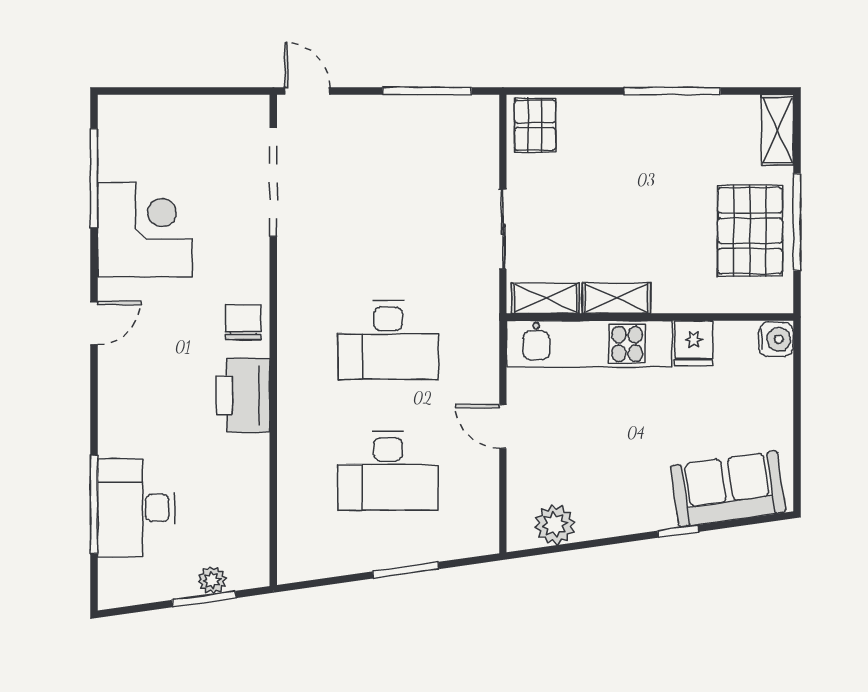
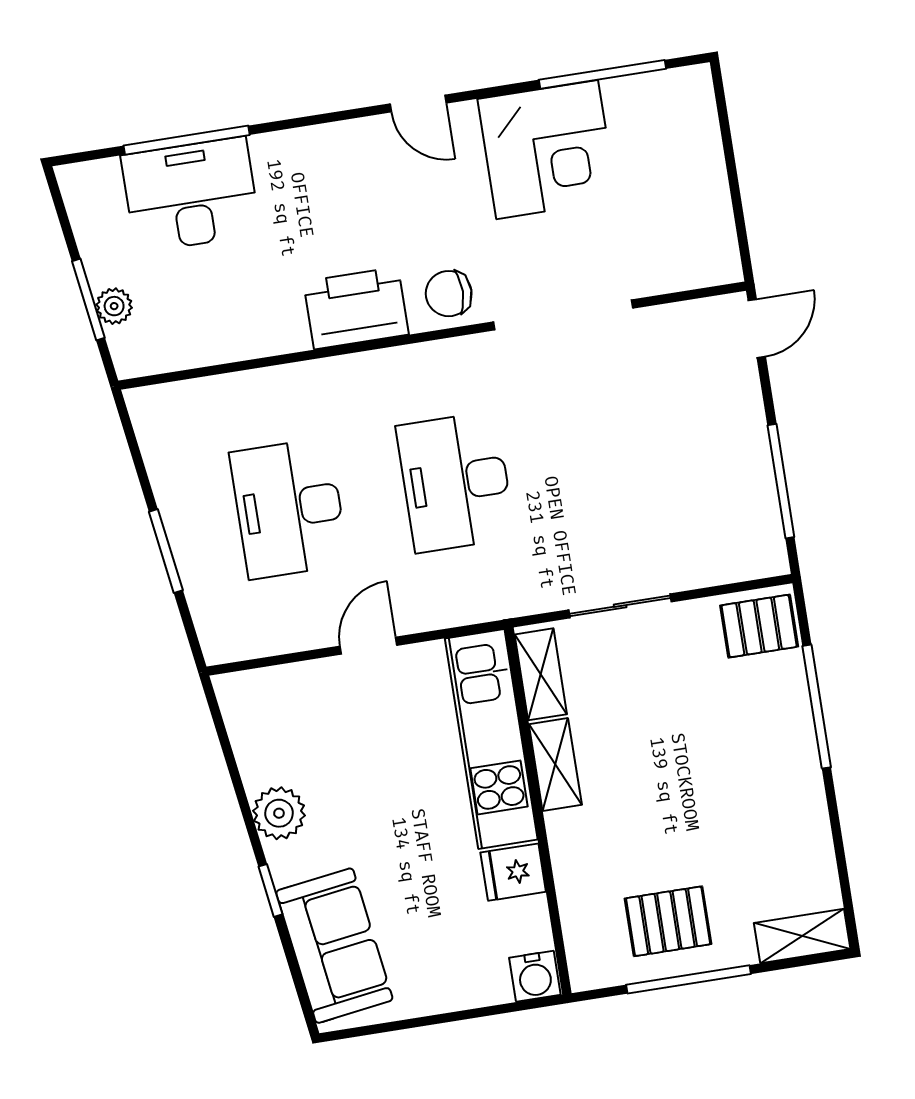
window: (672, 91) -> (817, 707), moved
doorway: (273, 182) -> (563, 315), moved
pallet: (750, 231) -> (668, 921), width x0.67, depth x0.71
chair: (243, 323) -> (449, 294), turned 180
plant: (555, 525) -> (279, 813), moved

